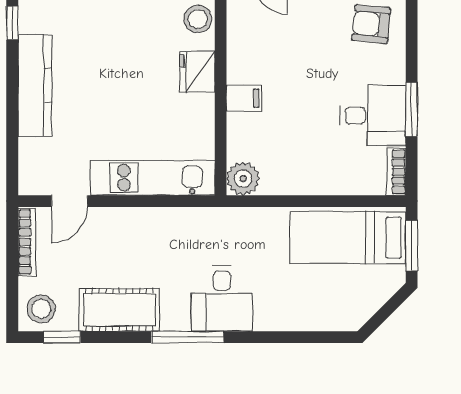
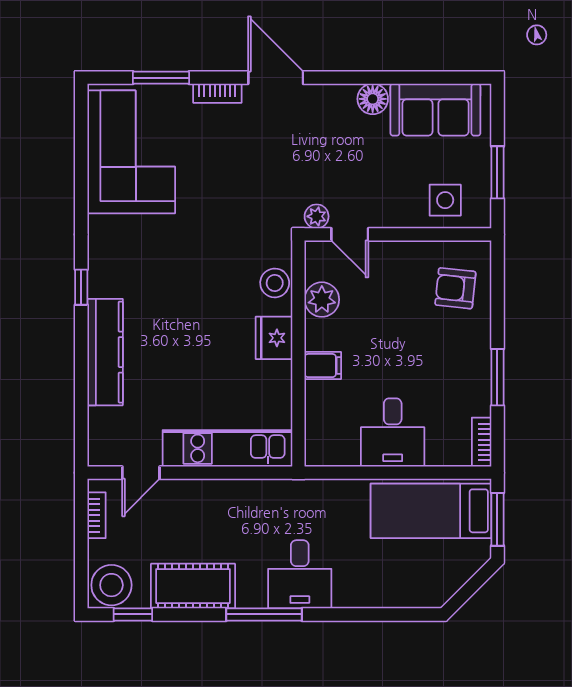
desk: (373, 115) -> (393, 433), moved, turned 90
plant: (243, 179) -> (322, 300), moved
bookcase: (27, 242) -> (96, 515), width x0.64
stool: (41, 309) -> (111, 585), width x1.38, depth x1.38

